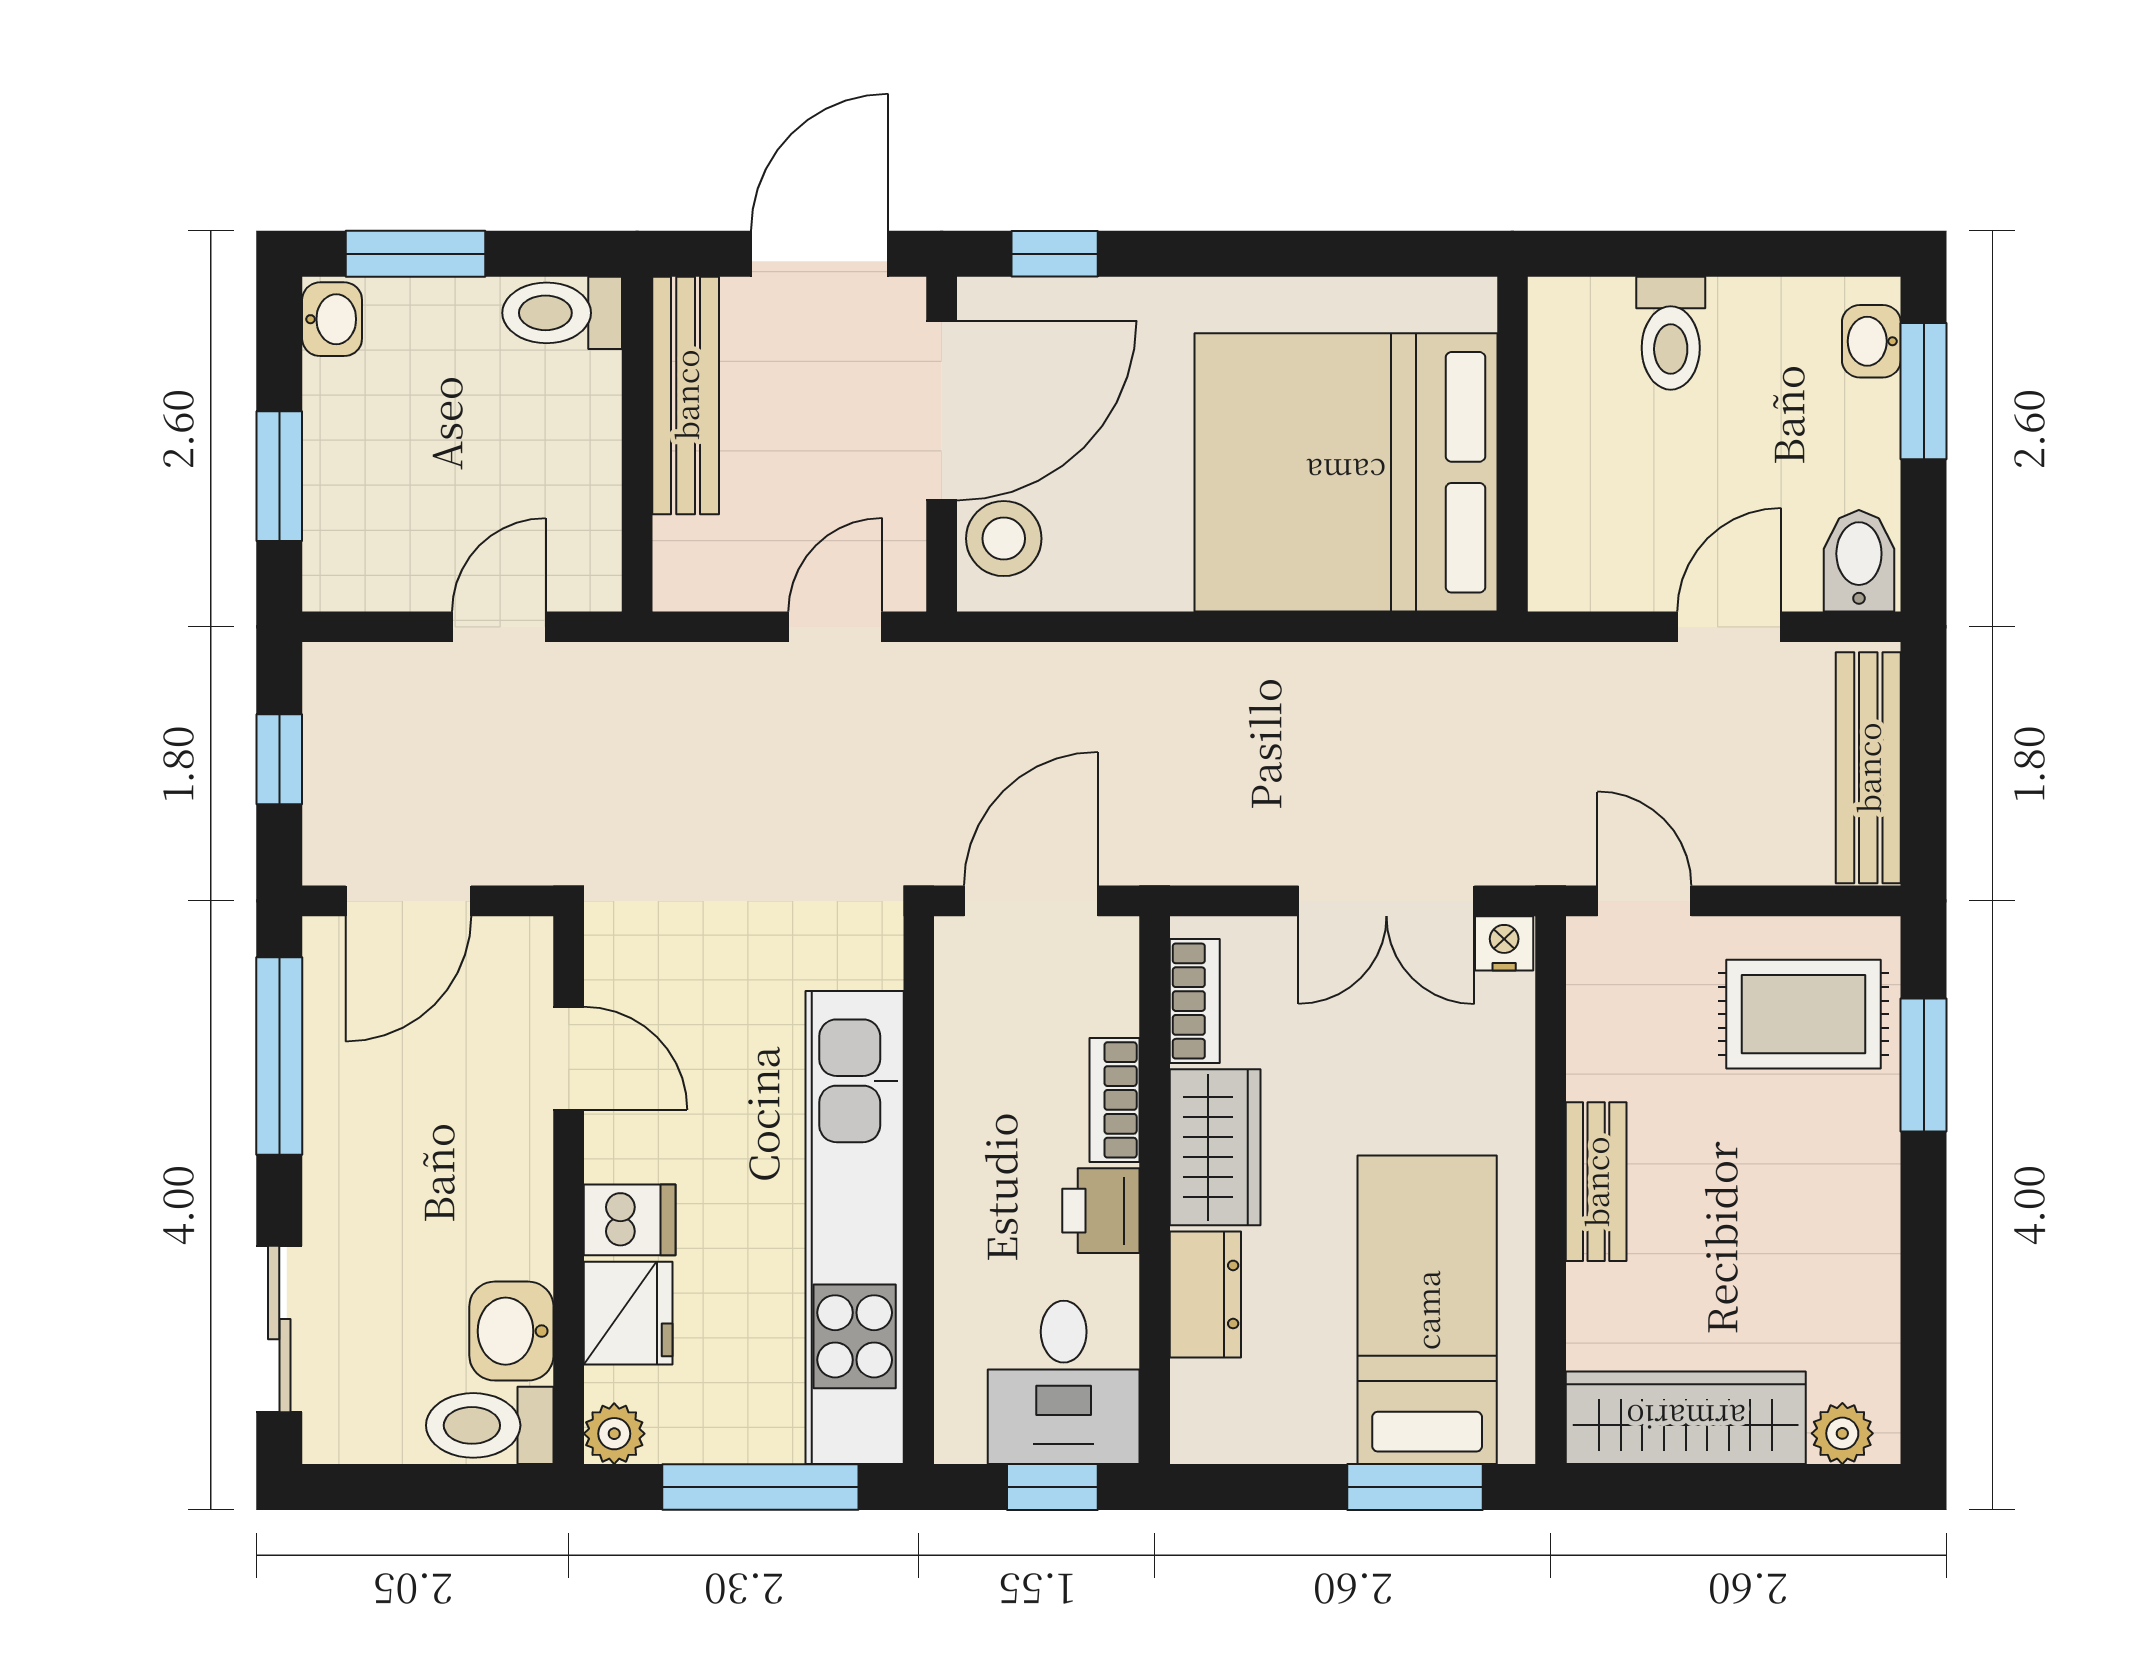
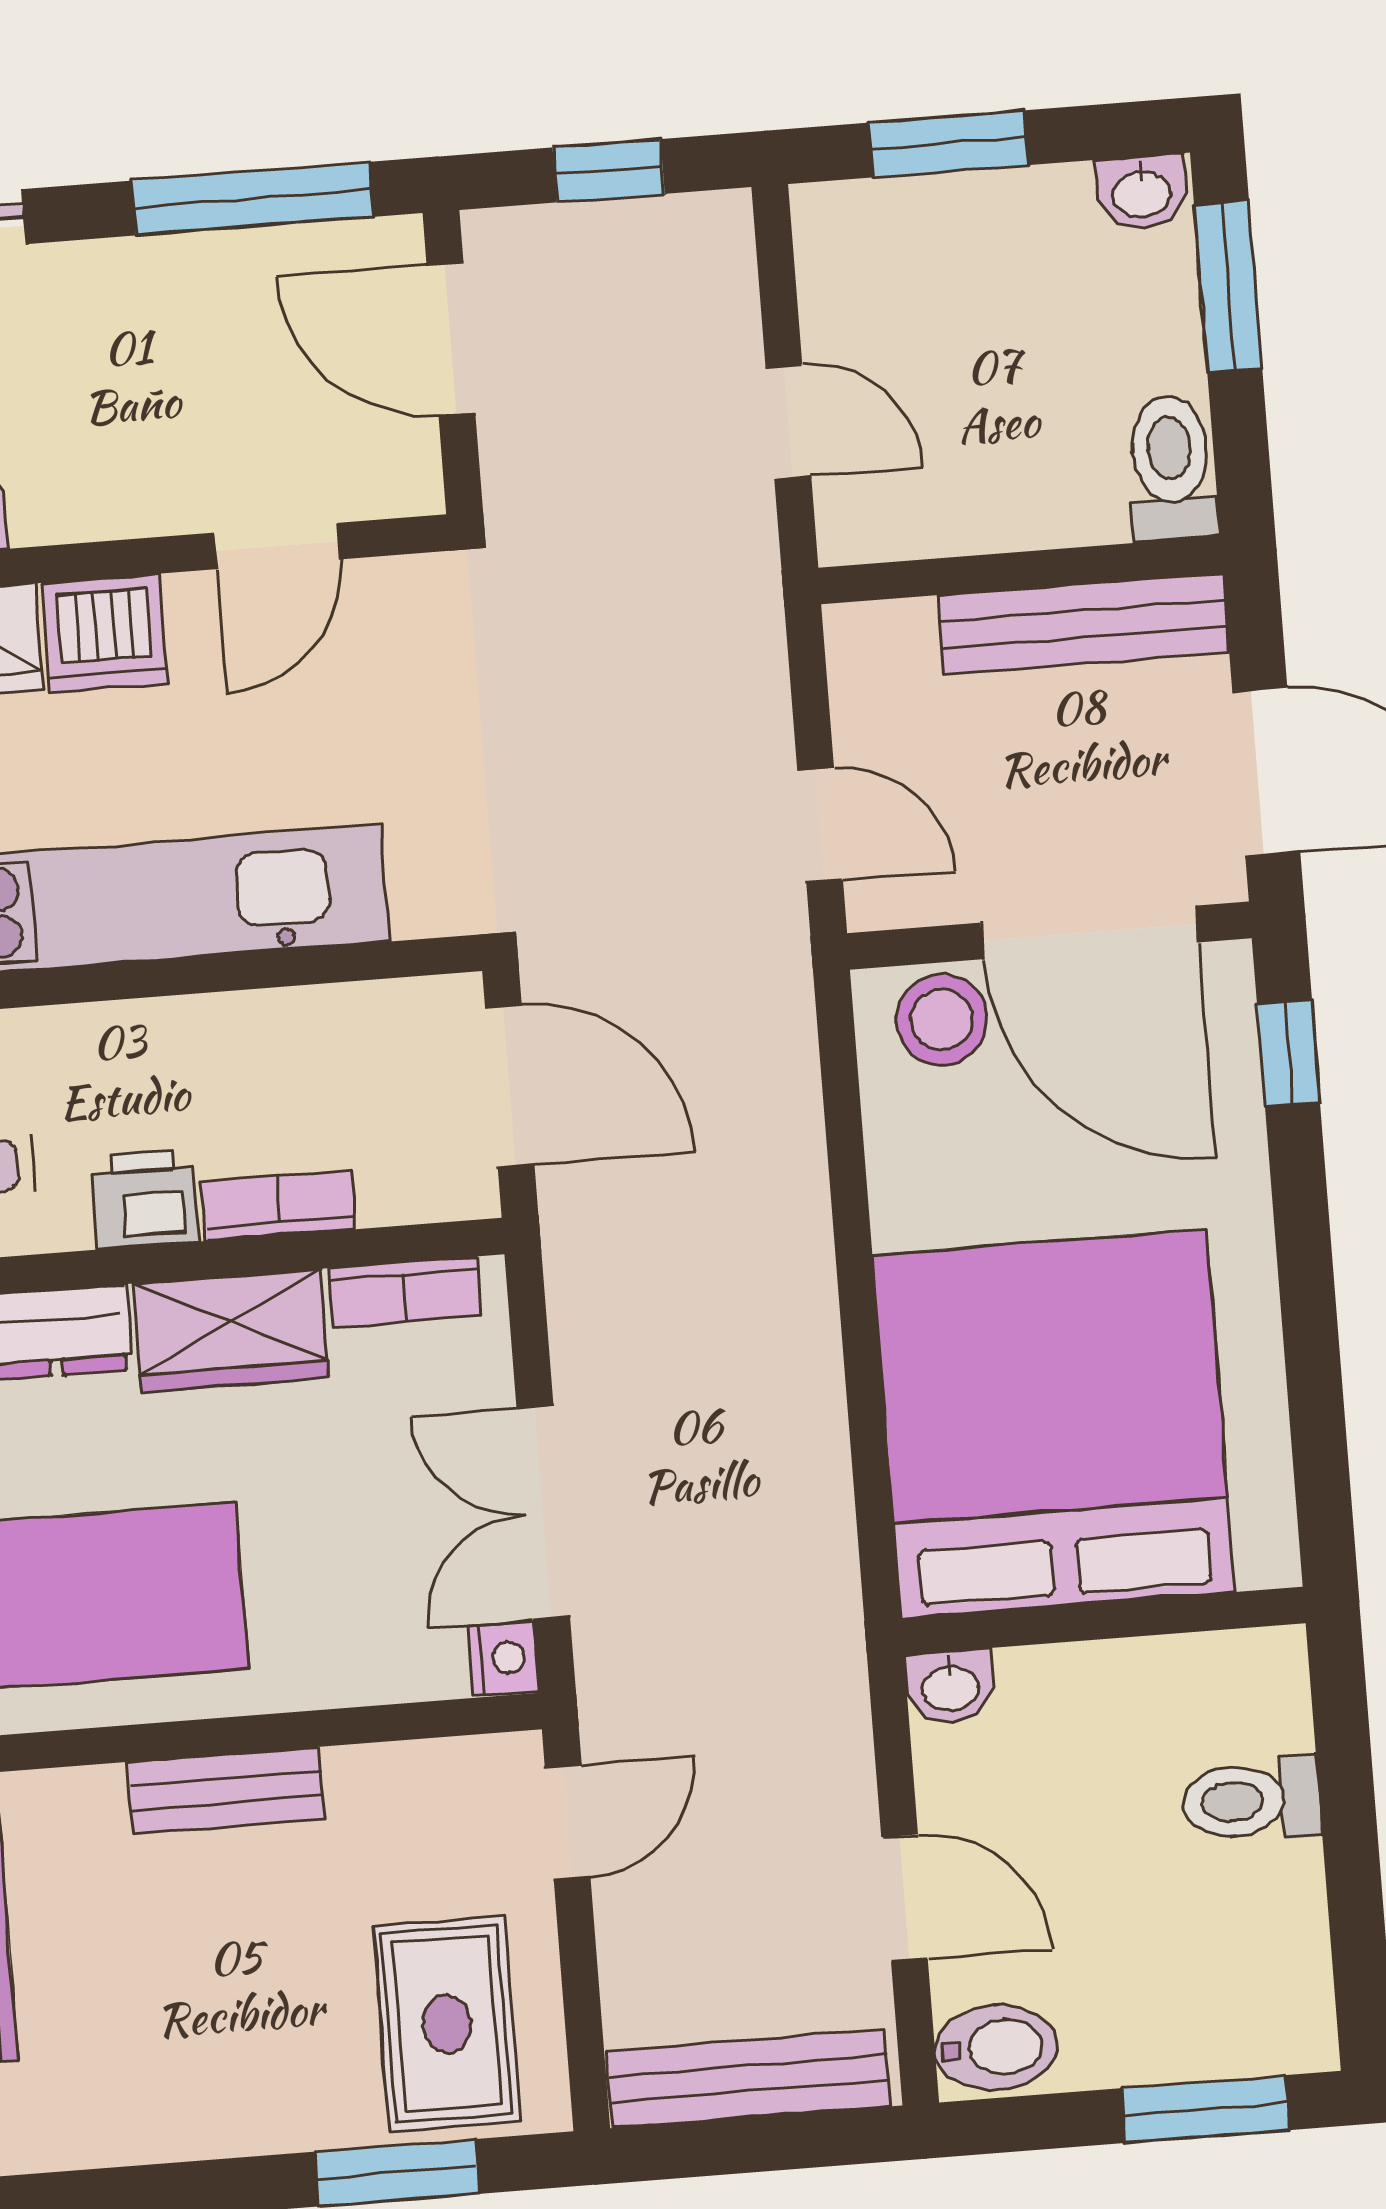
washbasin: (1871, 341) -> (950, 1687), moved, turned 180
dishwasher: (630, 1220) -> (105, 633), width x1.38

